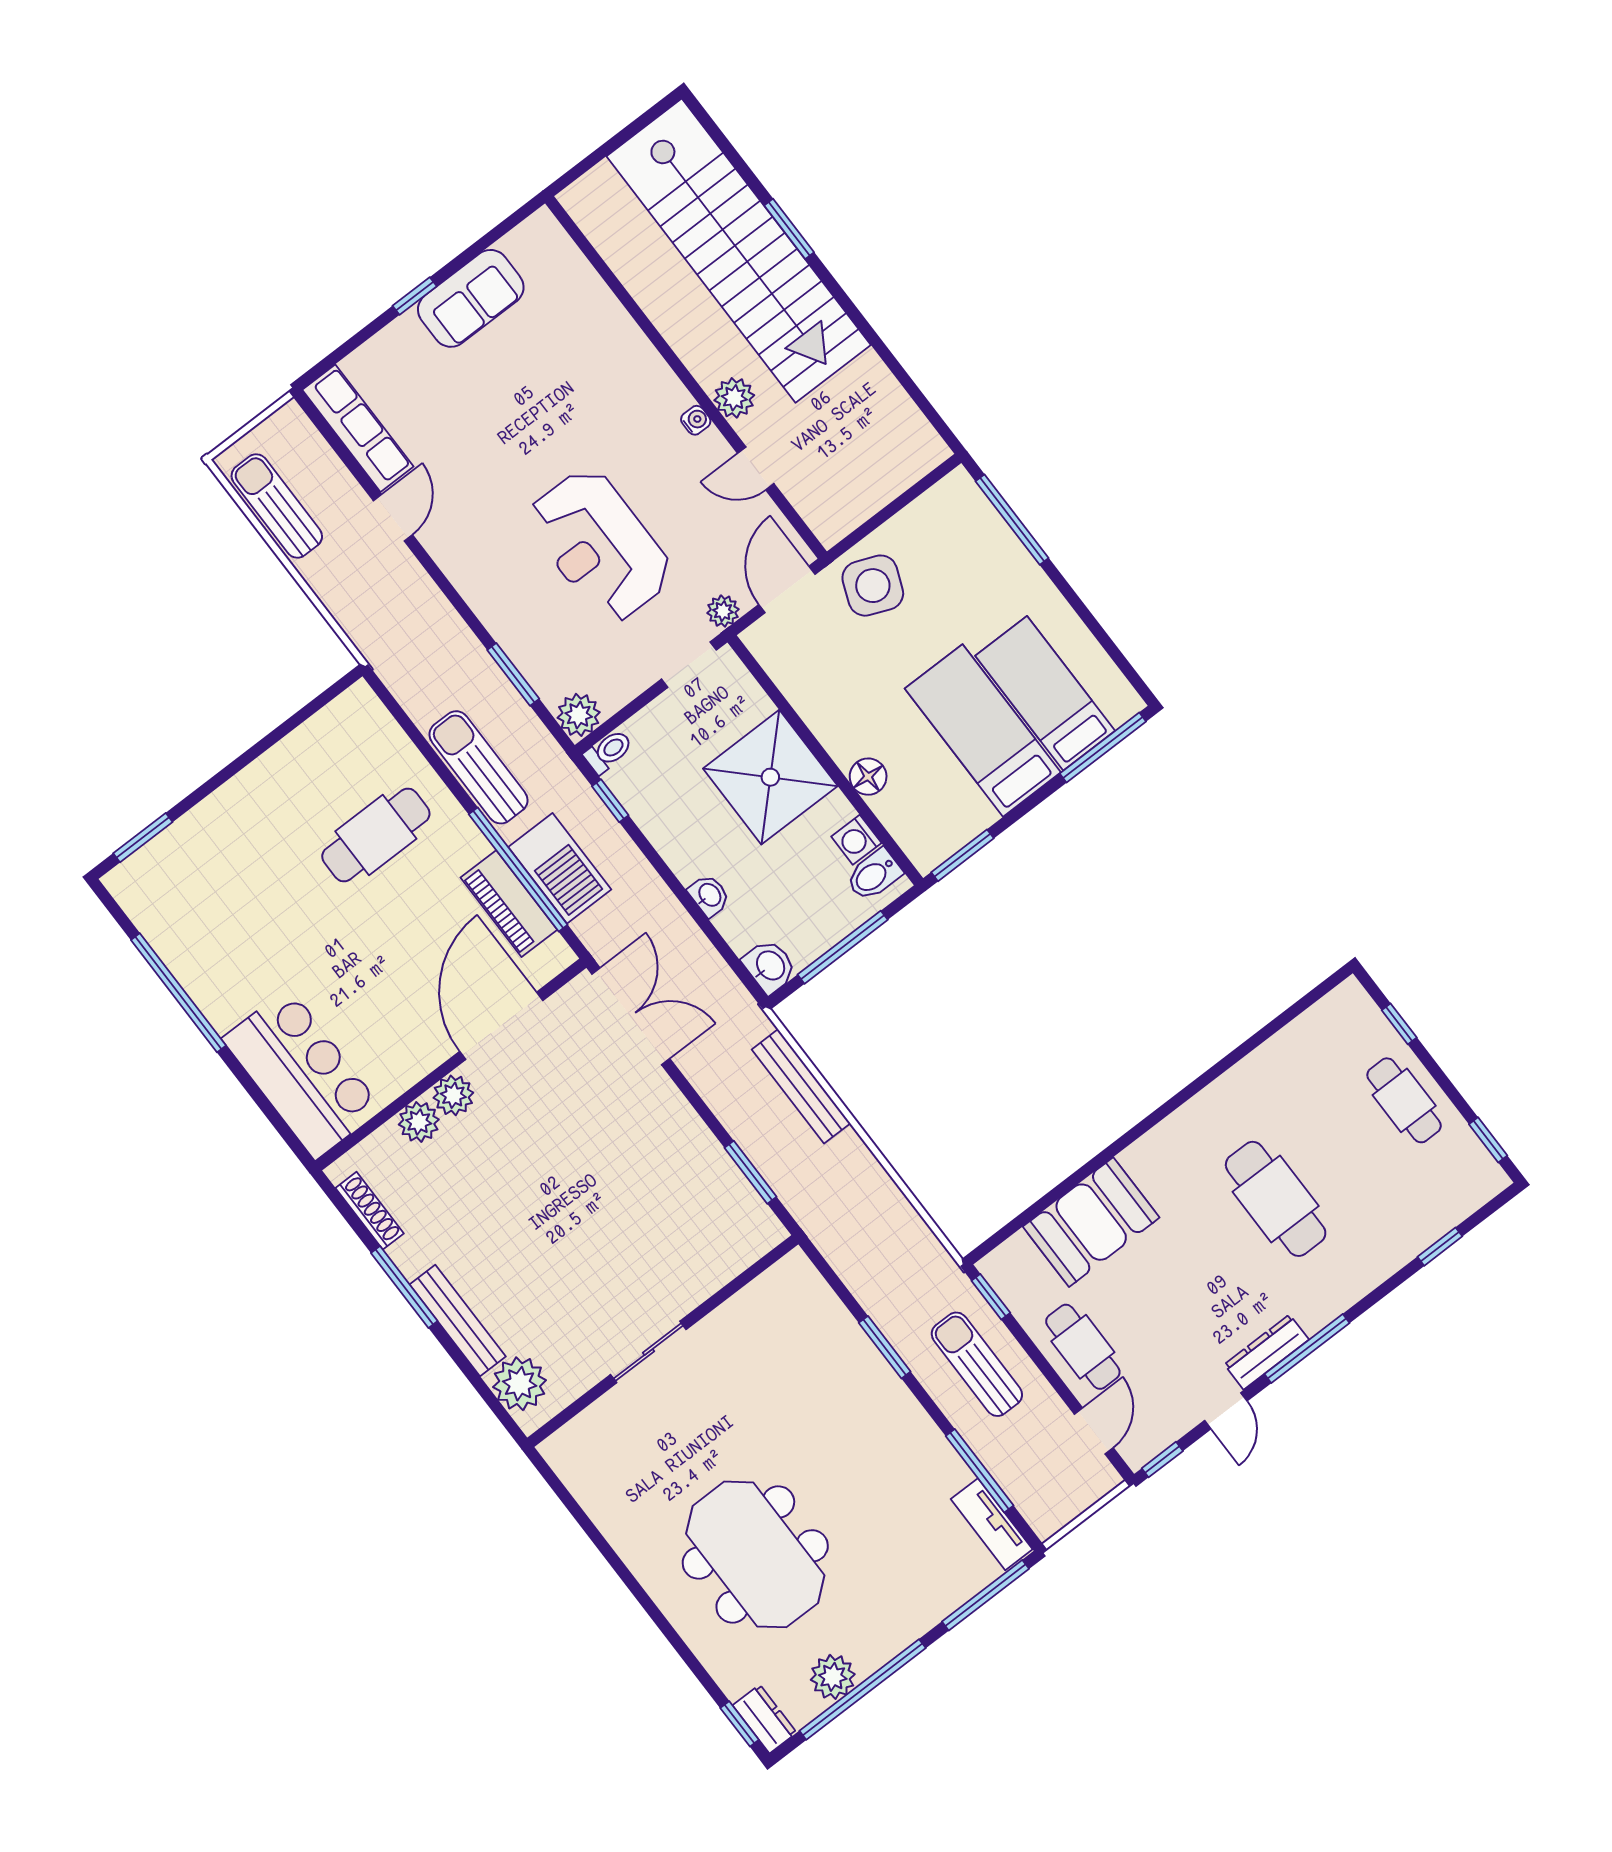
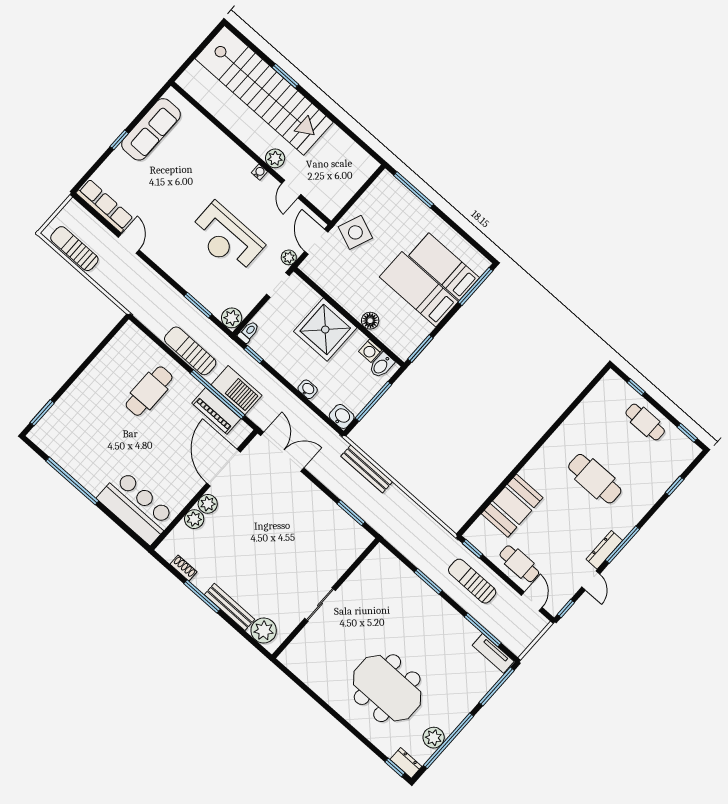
sofa: (471, 298) -> (151, 129), width x1.36
door: (756, 469) -> (291, 189), hinge flipped
shoe rack: (370, 1211) -> (184, 568), width x0.70

